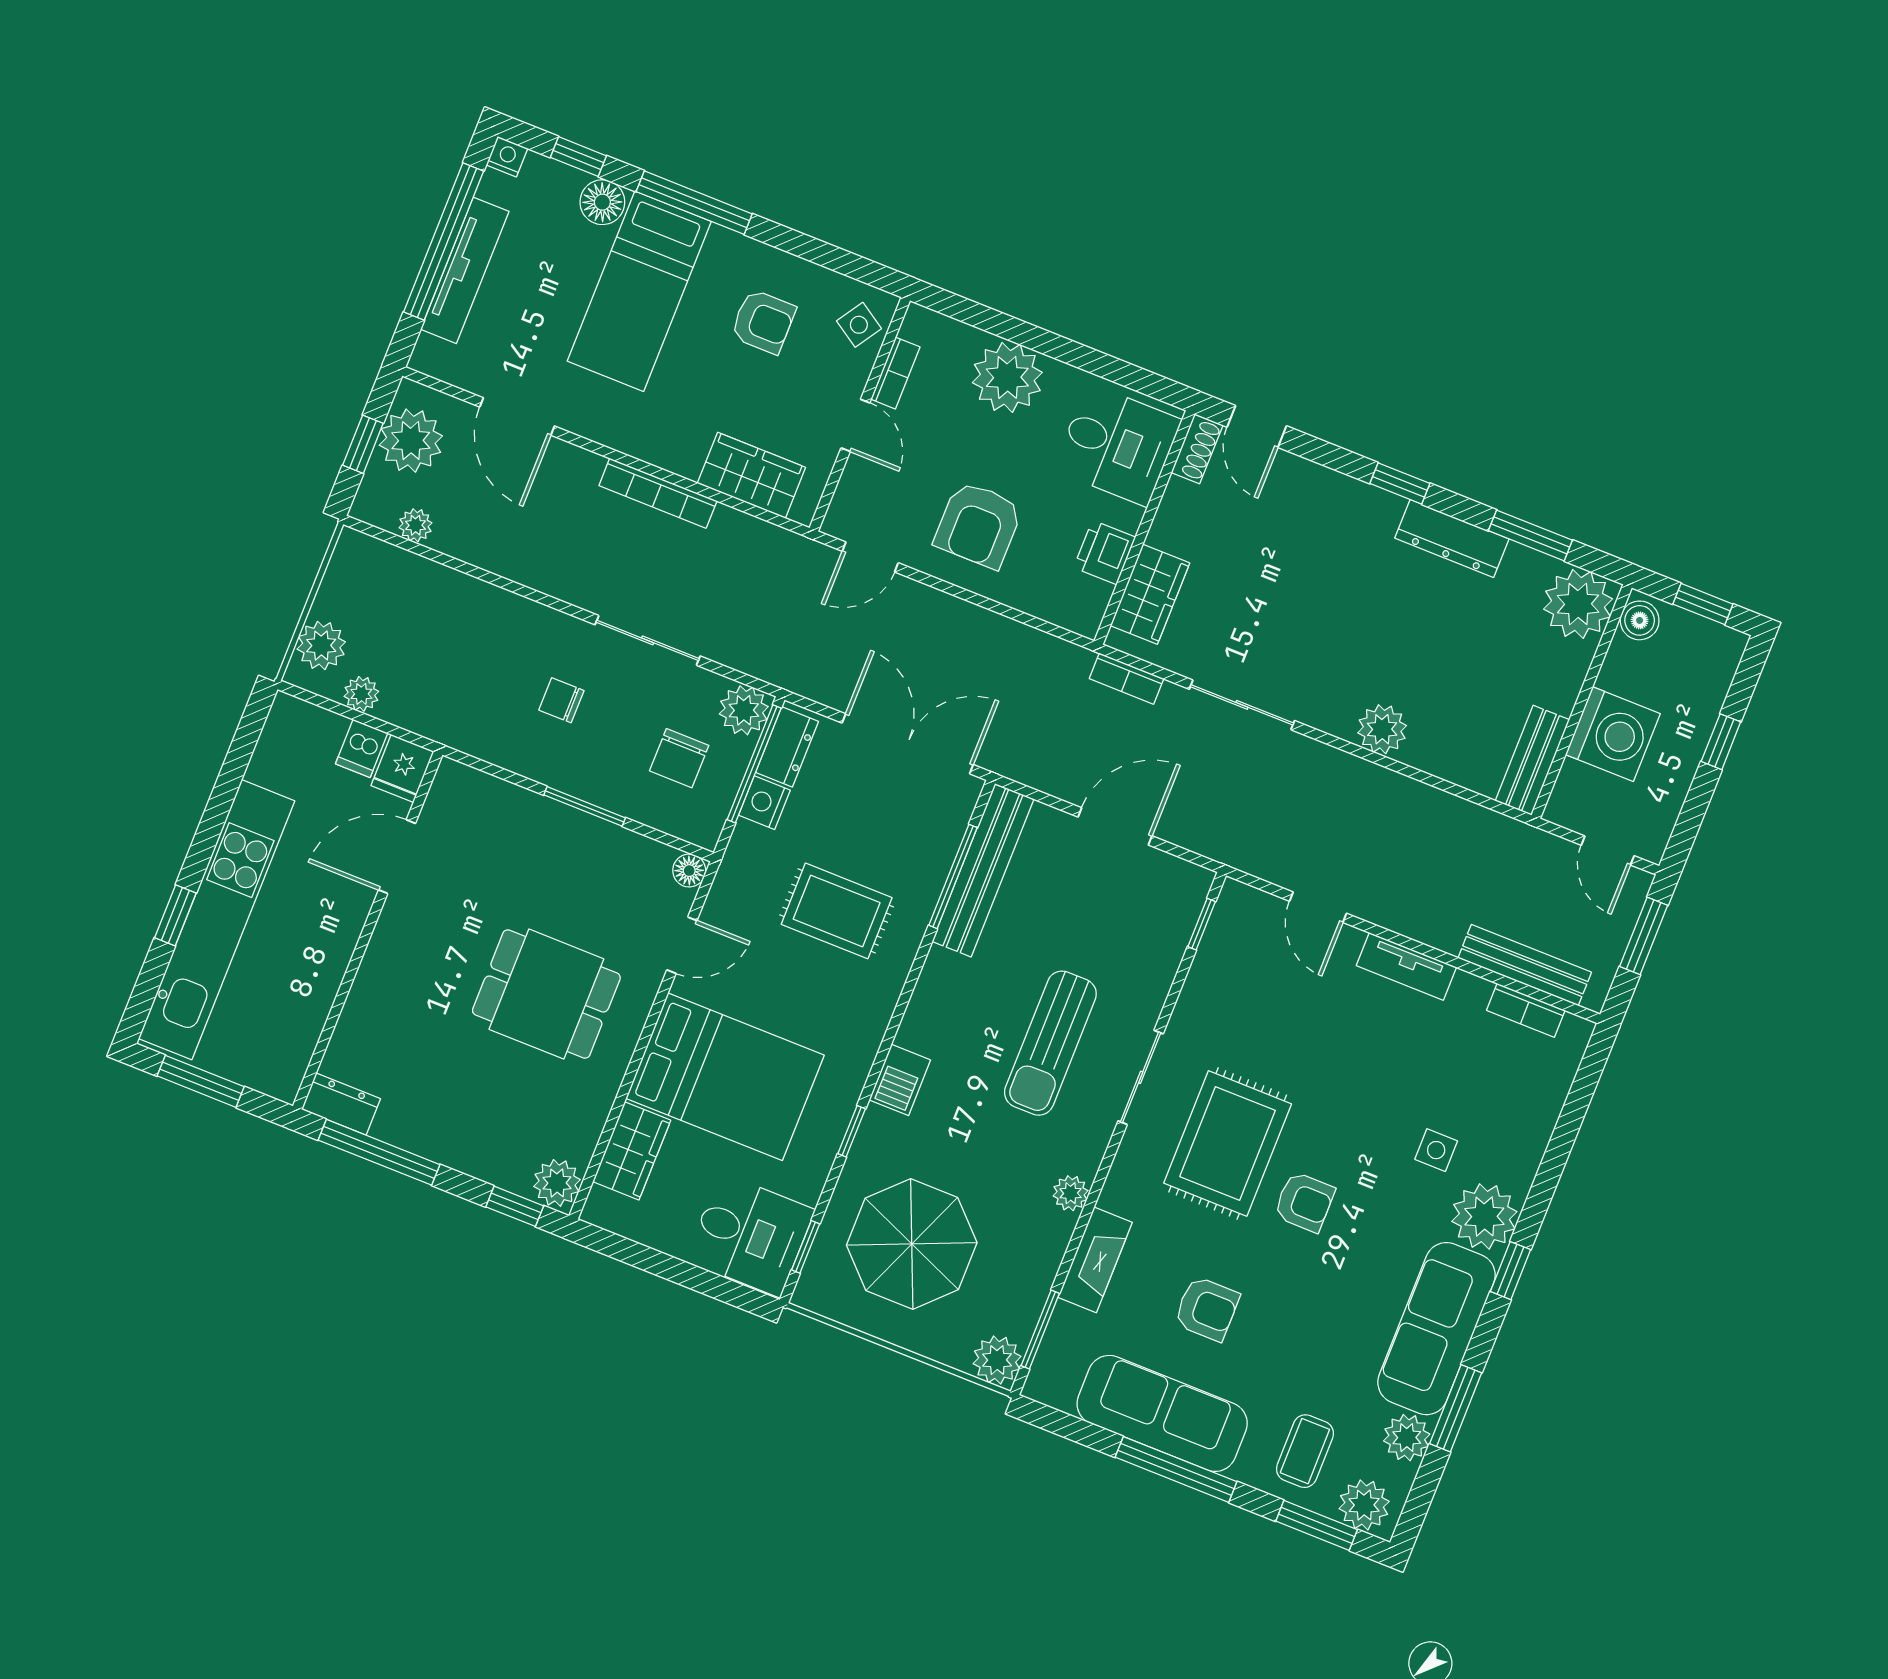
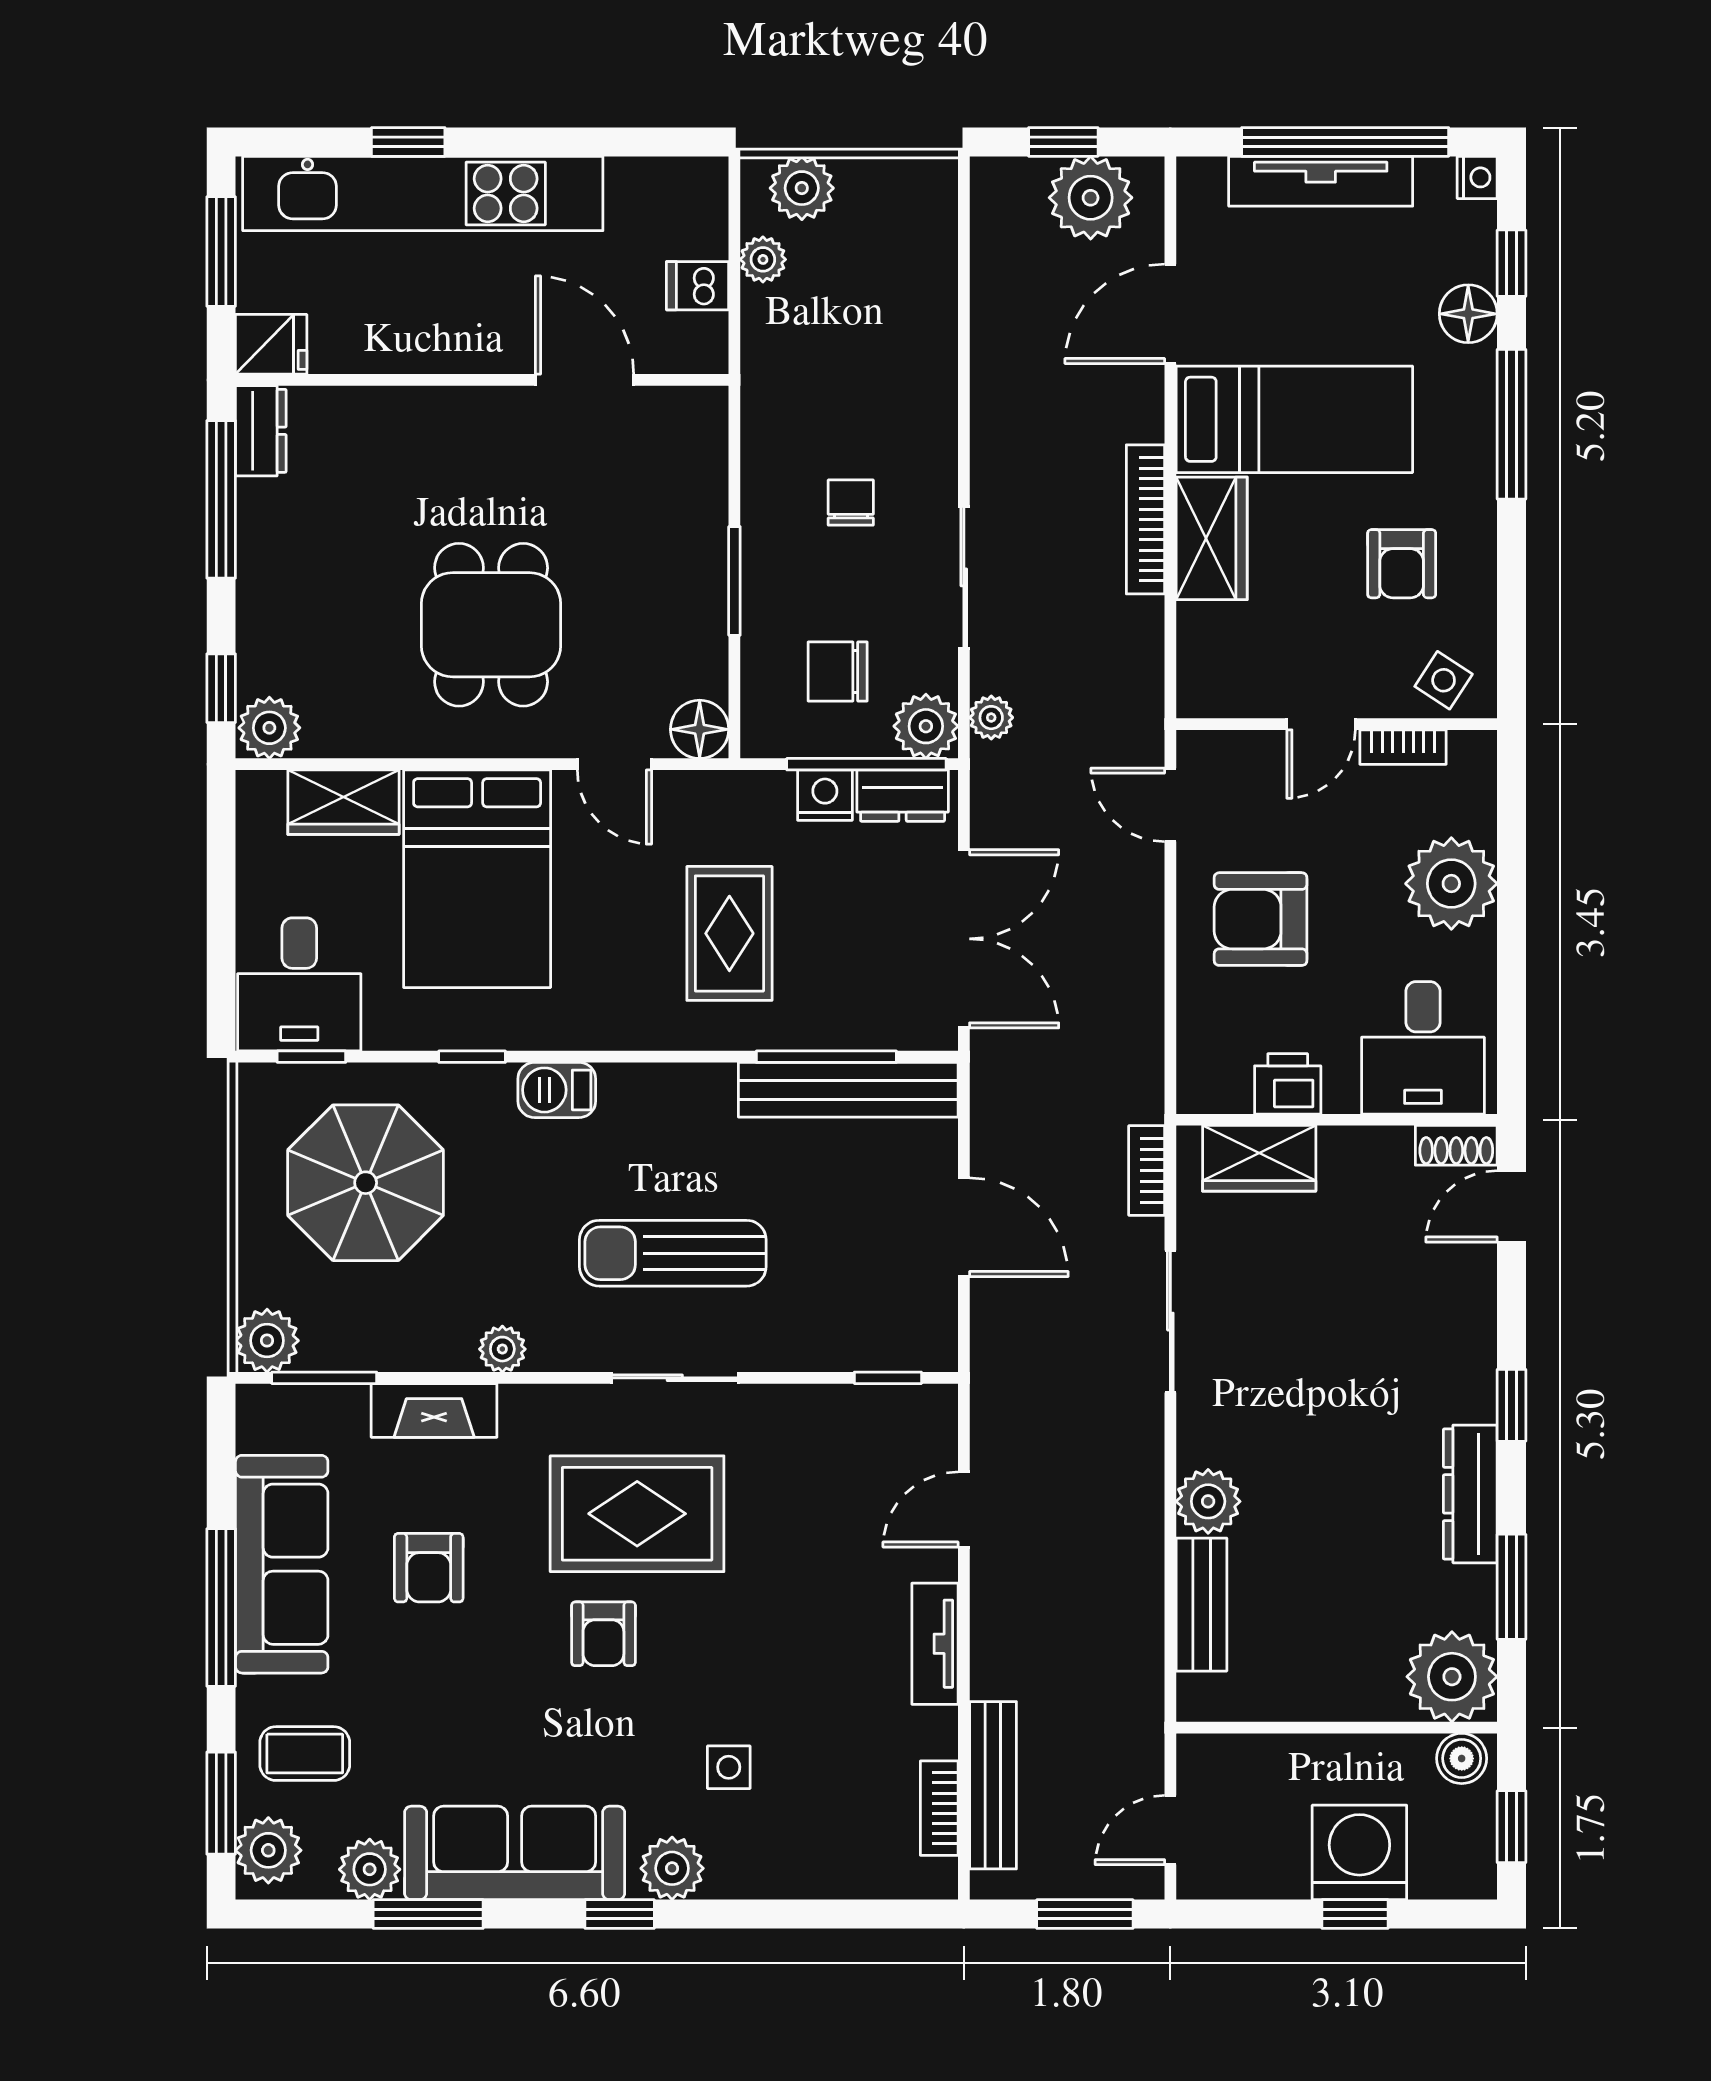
bed: (639, 291) -> (1294, 419), moved, turned 180
wardrobe: (751, 475) -> (1212, 538), moved
plant: (416, 525) -> (991, 718), moved
washing machine: (1613, 734) -> (1359, 1852), moved, turned 180
bench: (1532, 760) -> (1201, 1605), moved, turned 90
fridge: (402, 768) -> (271, 344), moved, turned 180
floor lamp: (689, 871) -> (700, 729), width x1.37, depth x1.37
plant: (1484, 1217) -> (672, 1868), width x0.73, depth x0.73

